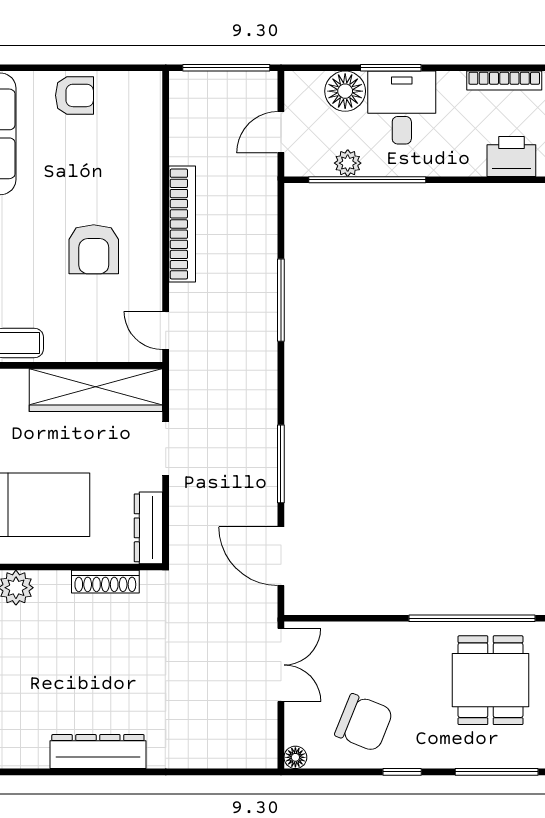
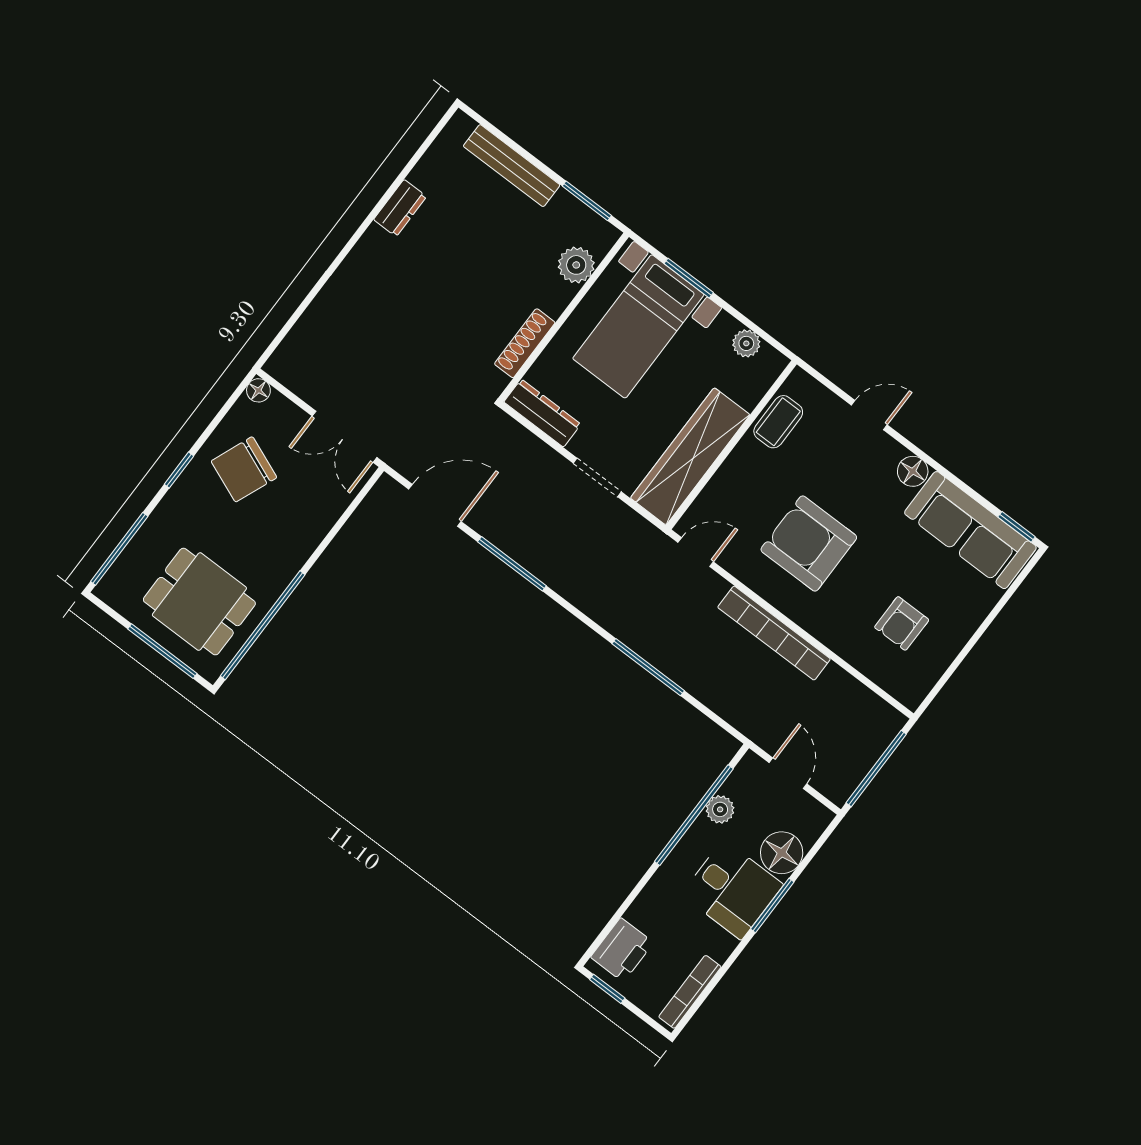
armchair: (74, 95) -> (902, 623), moved
armchair: (94, 249) -> (809, 544), width x1.36, depth x1.36
dresser: (98, 752) -> (400, 208), width x0.51, depth x0.80

